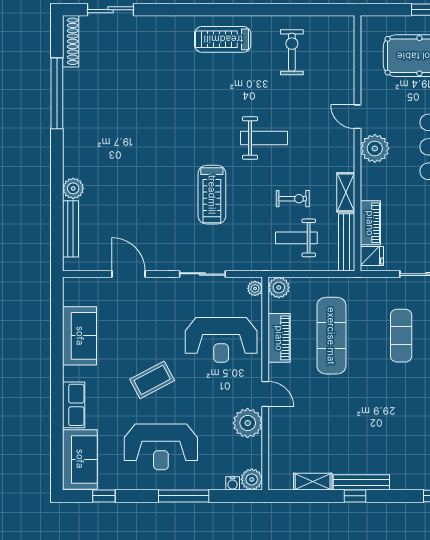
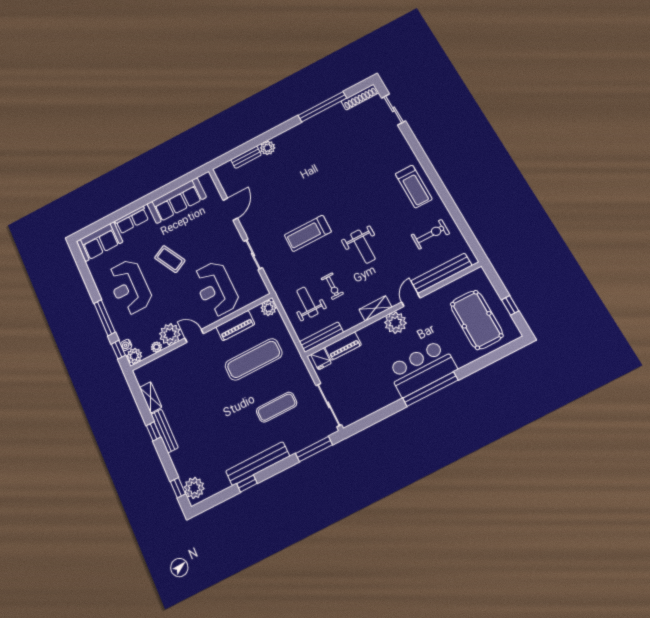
treadmill: (223, 39) -> (414, 186), turned 180
bench: (345, 65) -> (441, 273), added
shelving: (346, 192) -> (375, 308), moved
bench: (71, 229) -> (246, 157), width x0.73
plant: (255, 288) -> (156, 347), moved
sofa: (80, 336) -> (177, 201), width x1.36
door: (265, 394) -> (194, 336), swing flipped
window: (104, 496) -> (118, 350), moved

